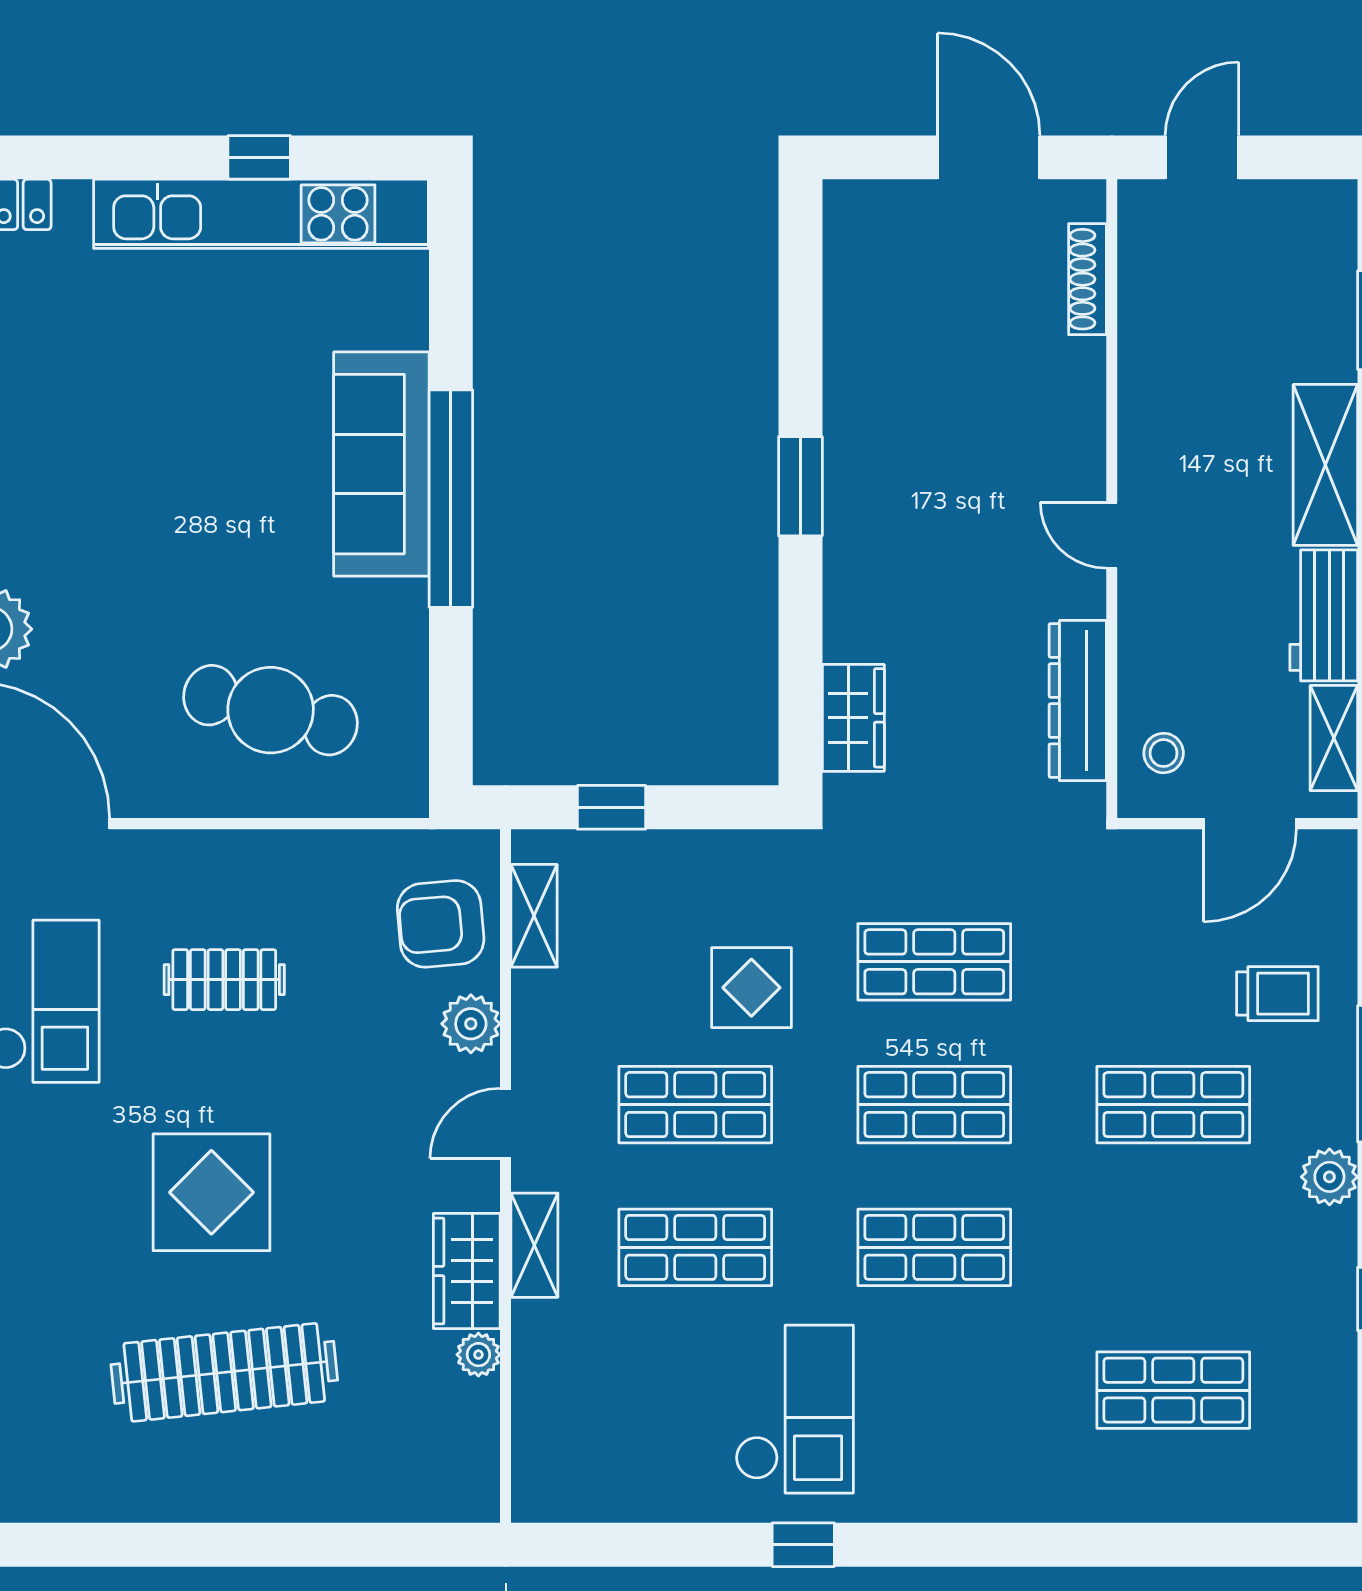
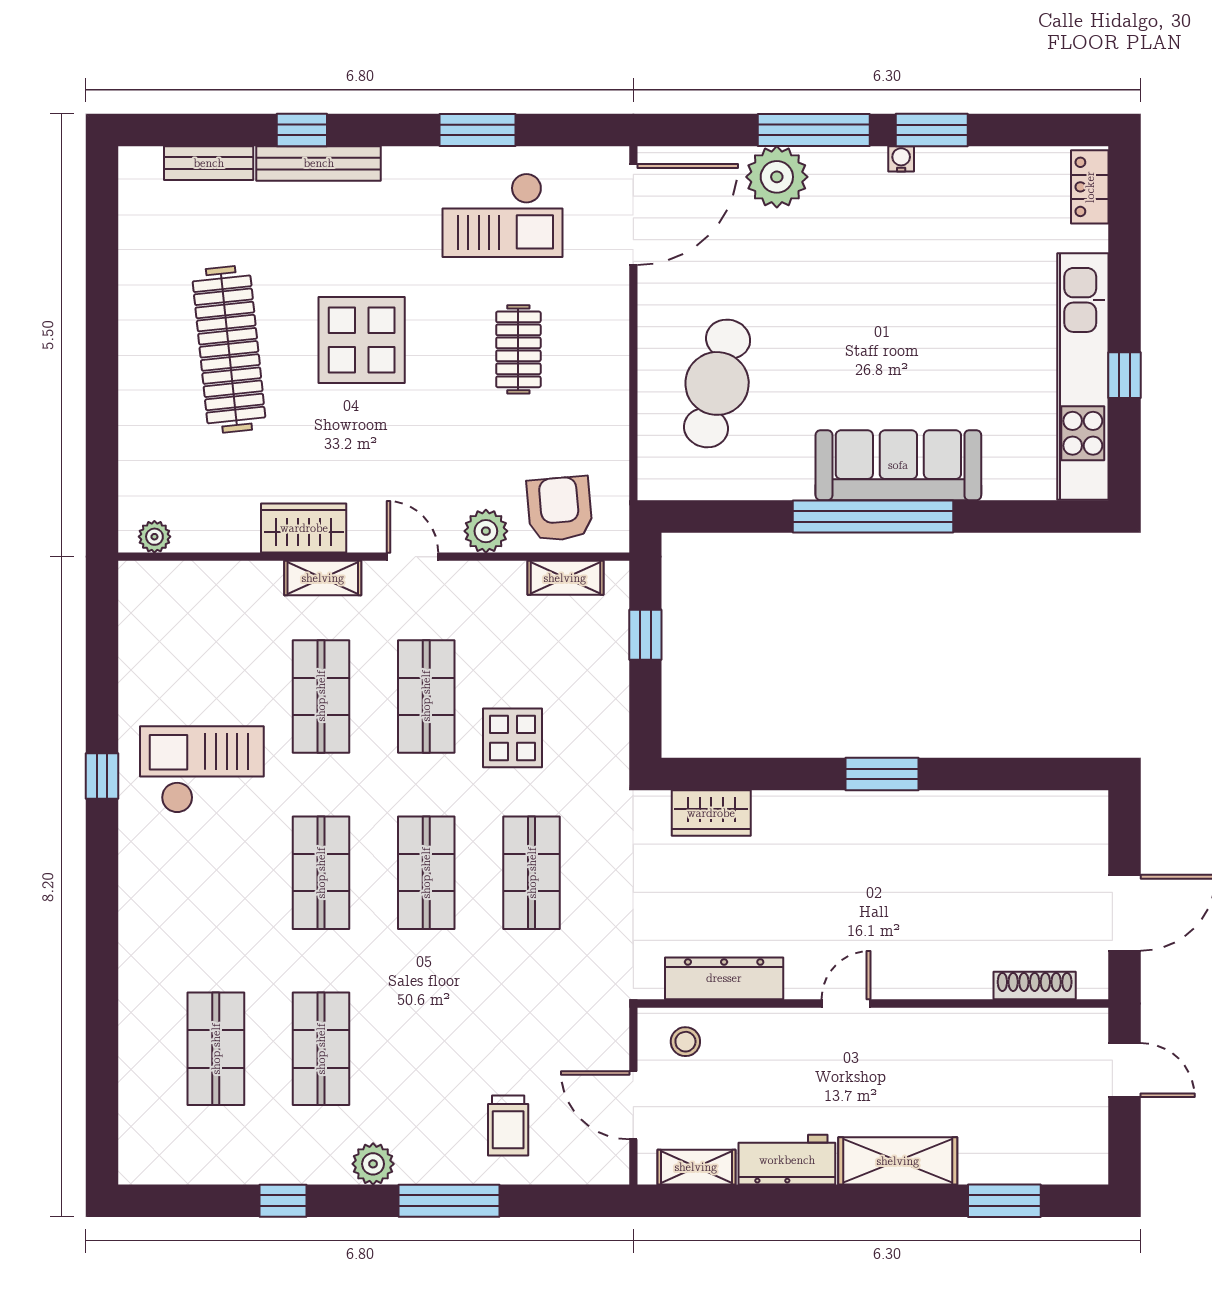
shop shelf: (1173, 1105) -> (321, 1049), moved
plant: (478, 1355) -> (154, 537), moved
checkout: (794, 1409) -> (202, 770), turned 180

